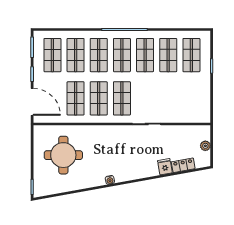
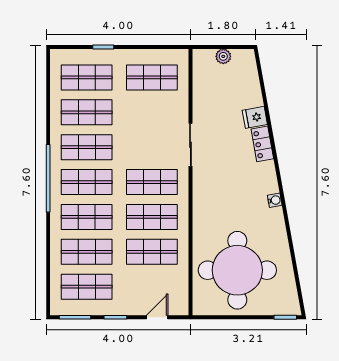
shop shelf: (191, 98) -> (152, 77), added
door: (32, 102) -> (157, 317), width x0.53
round table: (63, 155) -> (237, 270), width x1.36, depth x1.36
locker: (183, 165) -> (262, 144), moved

